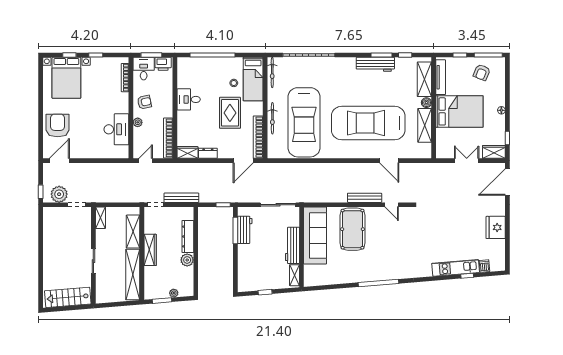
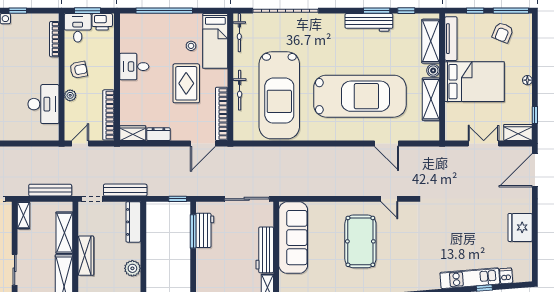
car: (368, 123) -> (360, 96), turned 180
bench: (365, 198) -> (50, 190), moved
pool table: (352, 229) -> (360, 241), moved
dresser: (188, 236) -> (133, 222), moved

